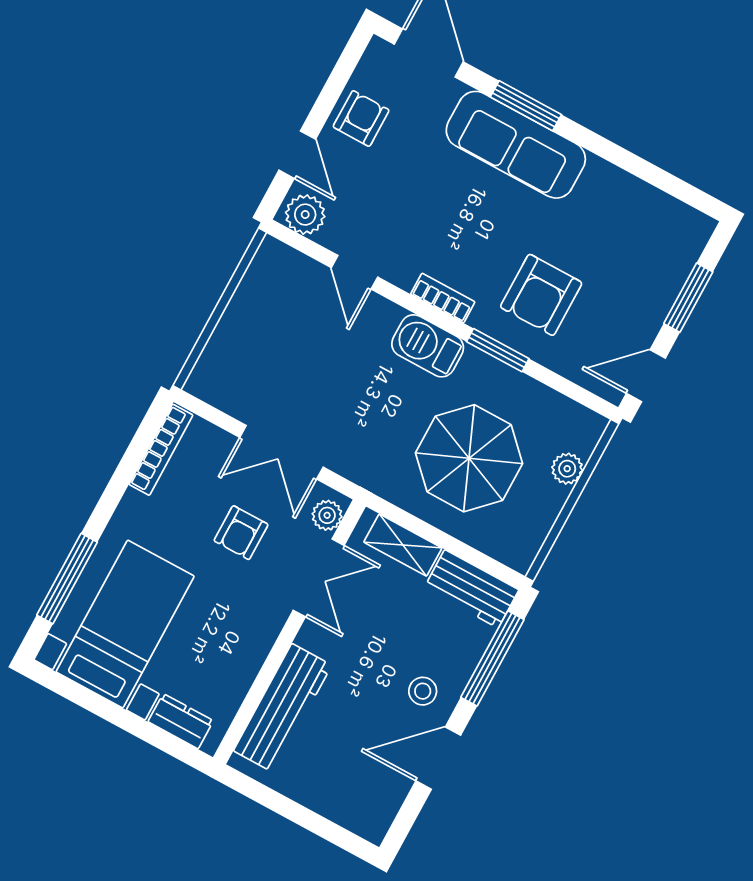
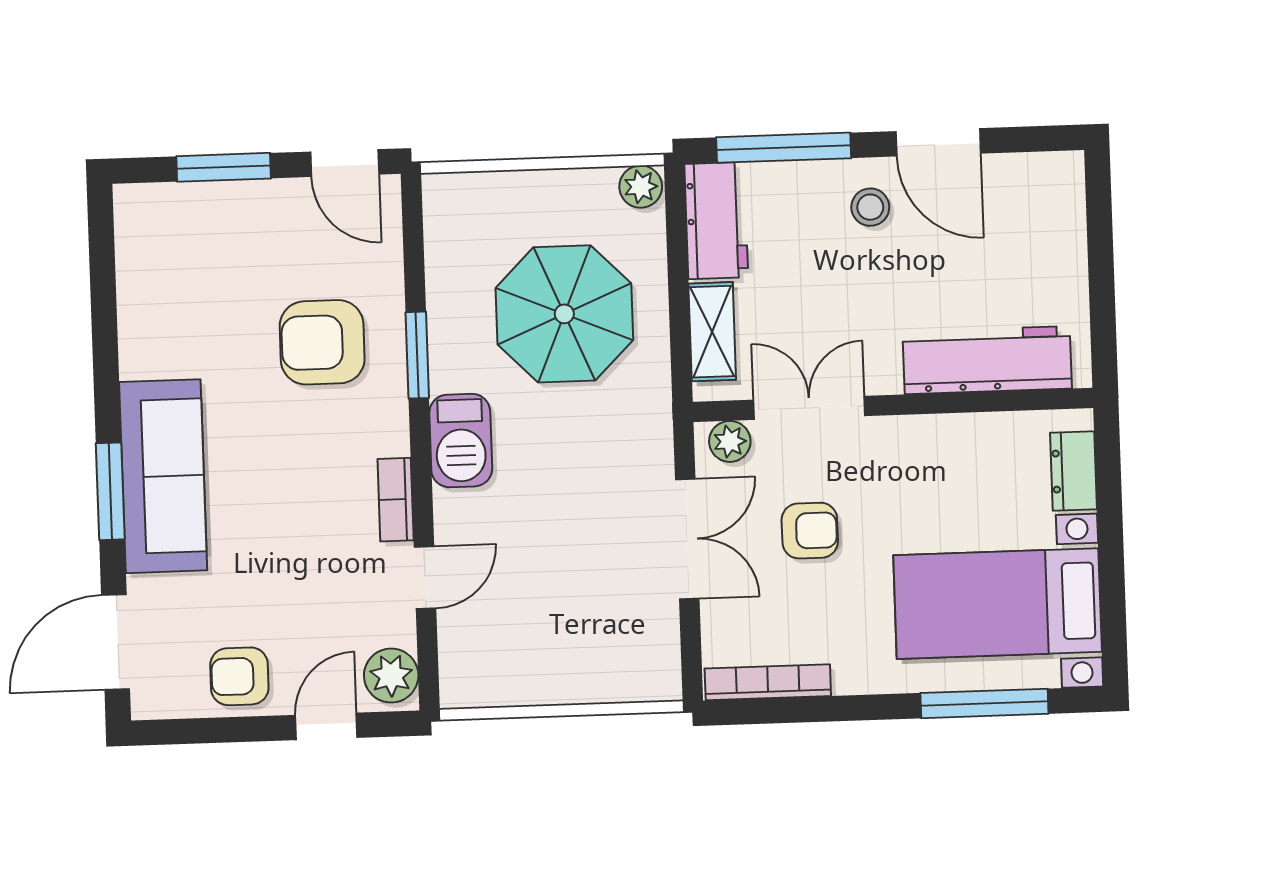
armchair: (541, 295) -> (322, 342), turned 180
bookcase: (443, 298) -> (396, 500), moved
plant: (567, 469) -> (641, 187), moved

